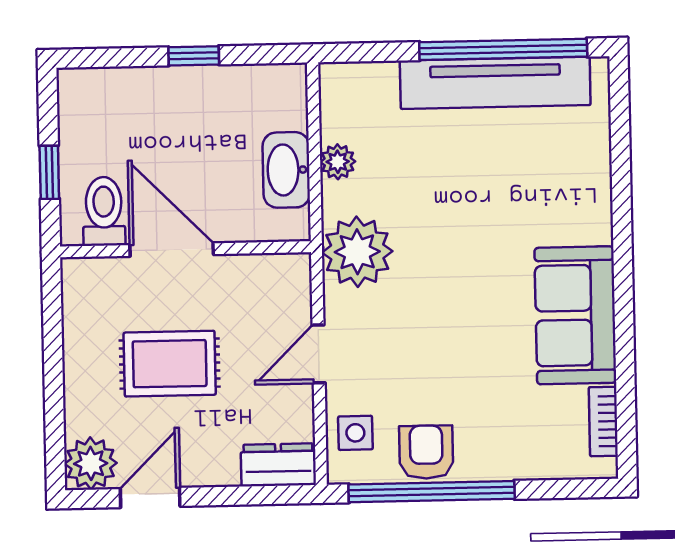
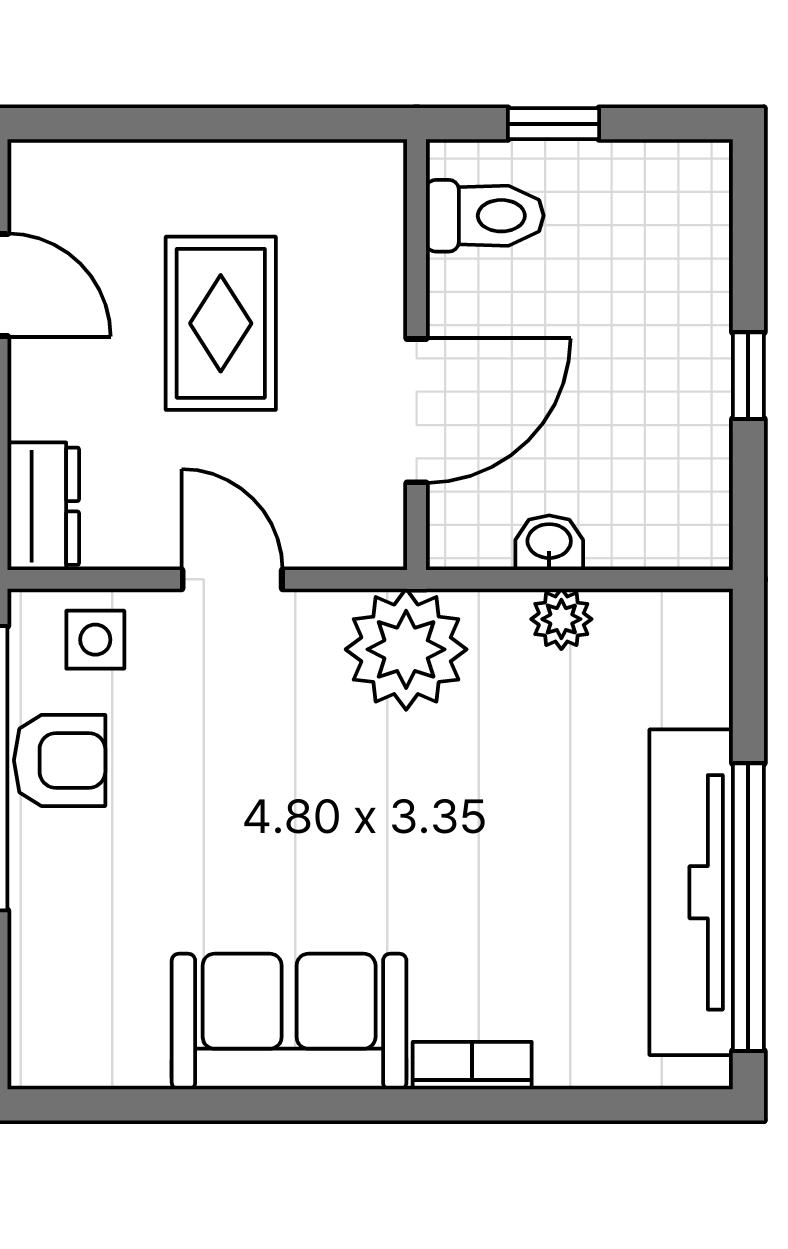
washbasin: (286, 170) -> (549, 543), width x0.52, depth x0.69
door: (172, 250) -> (417, 411), moved
bookcase: (603, 421) -> (472, 1066), moved
plant: (91, 463) -> (52, 184), removed

